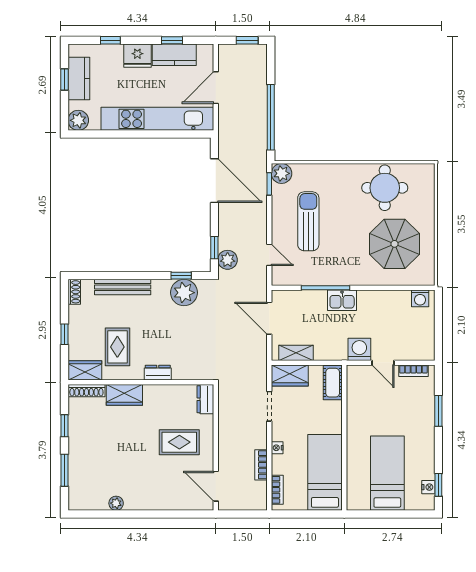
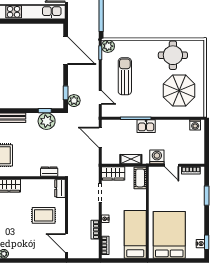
shelving: (296, 353) -> (131, 159), moved
dresser: (158, 373) -> (49, 172), moved
bed: (387, 473) -> (169, 235), width x1.50

